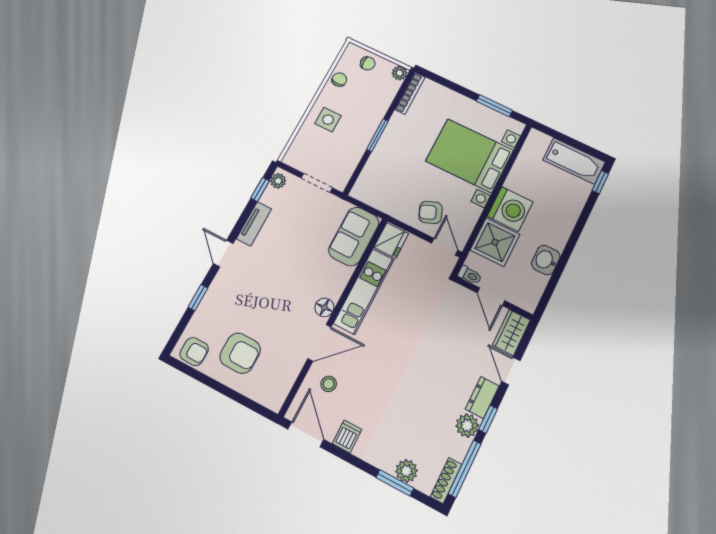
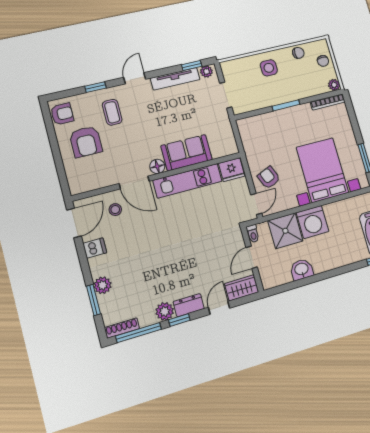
tv unit: (254, 224) -> (175, 79), width x1.41
sofa: (354, 236) -> (187, 153), moved
coffee table: (235, 303) -> (112, 112), added
armchair: (194, 352) -> (62, 114), turned -90
plant: (406, 471) -> (103, 285), moved

